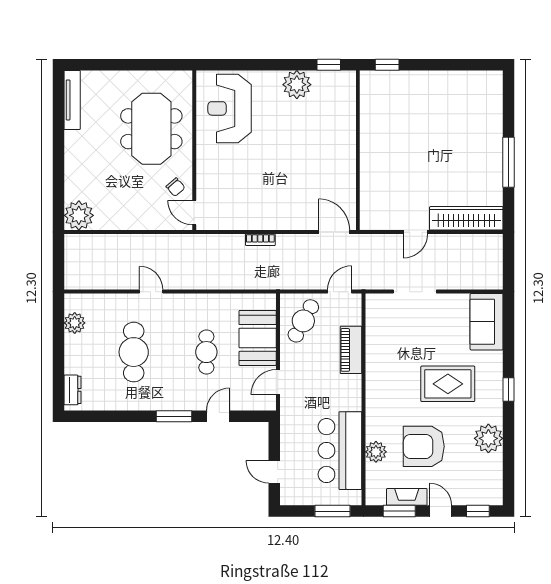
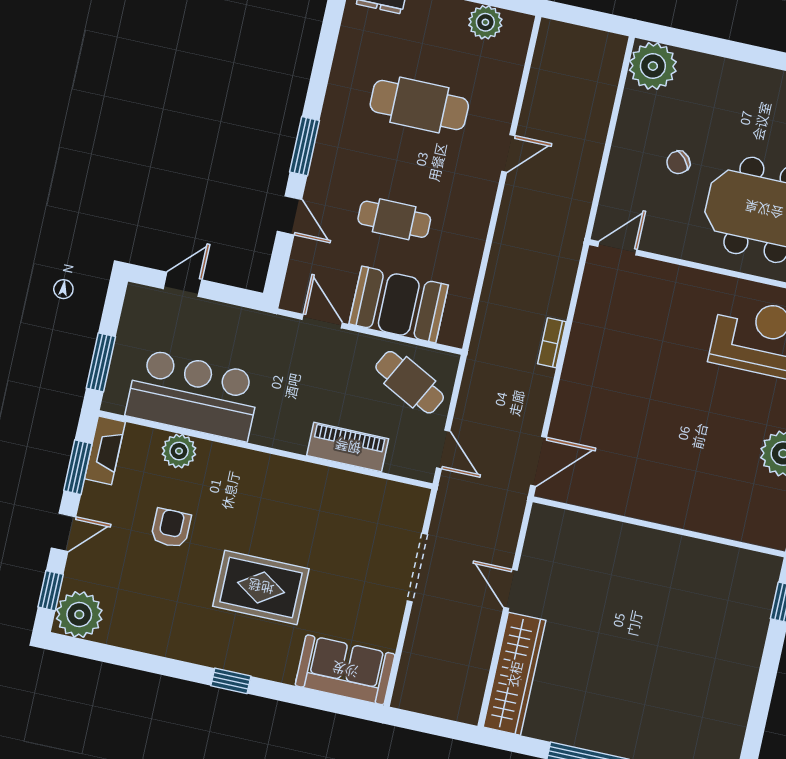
chair: (175, 187) -> (678, 162), moved
rug: (448, 384) -> (261, 587), turned 90
plant: (488, 438) -> (79, 614), moved
armchair: (424, 446) -> (171, 528), width x0.53, depth x0.53
fireplace: (407, 497) -> (105, 450), moved

